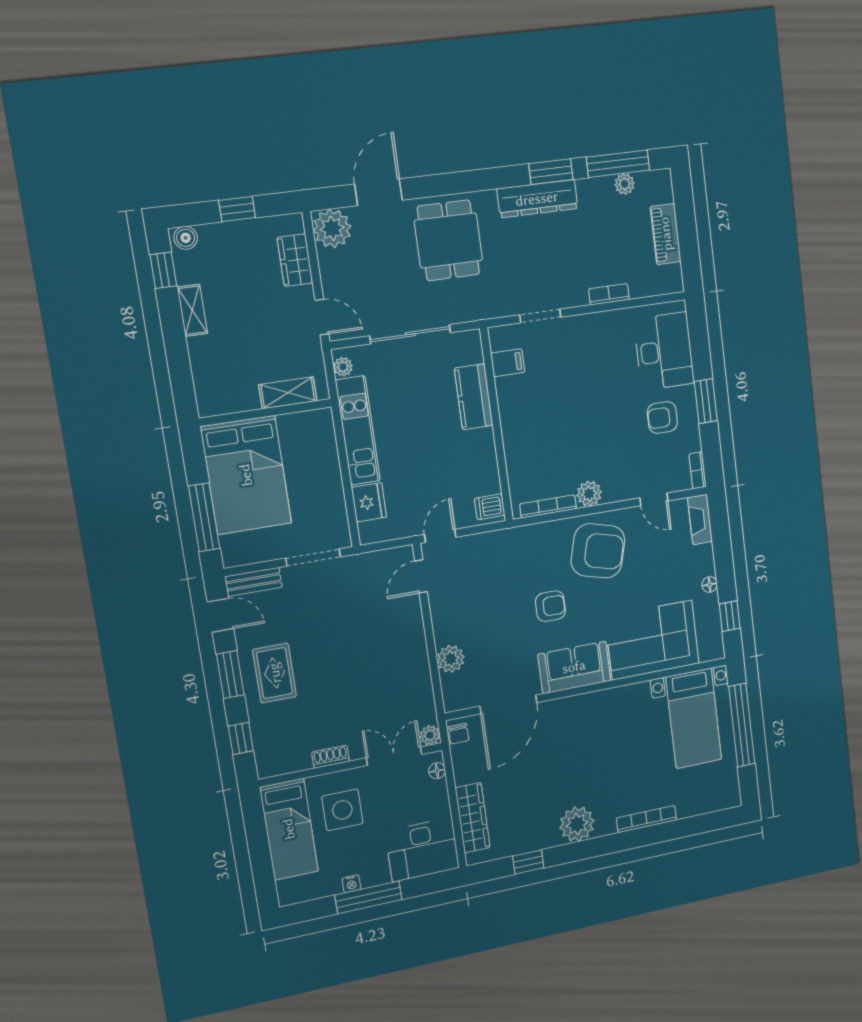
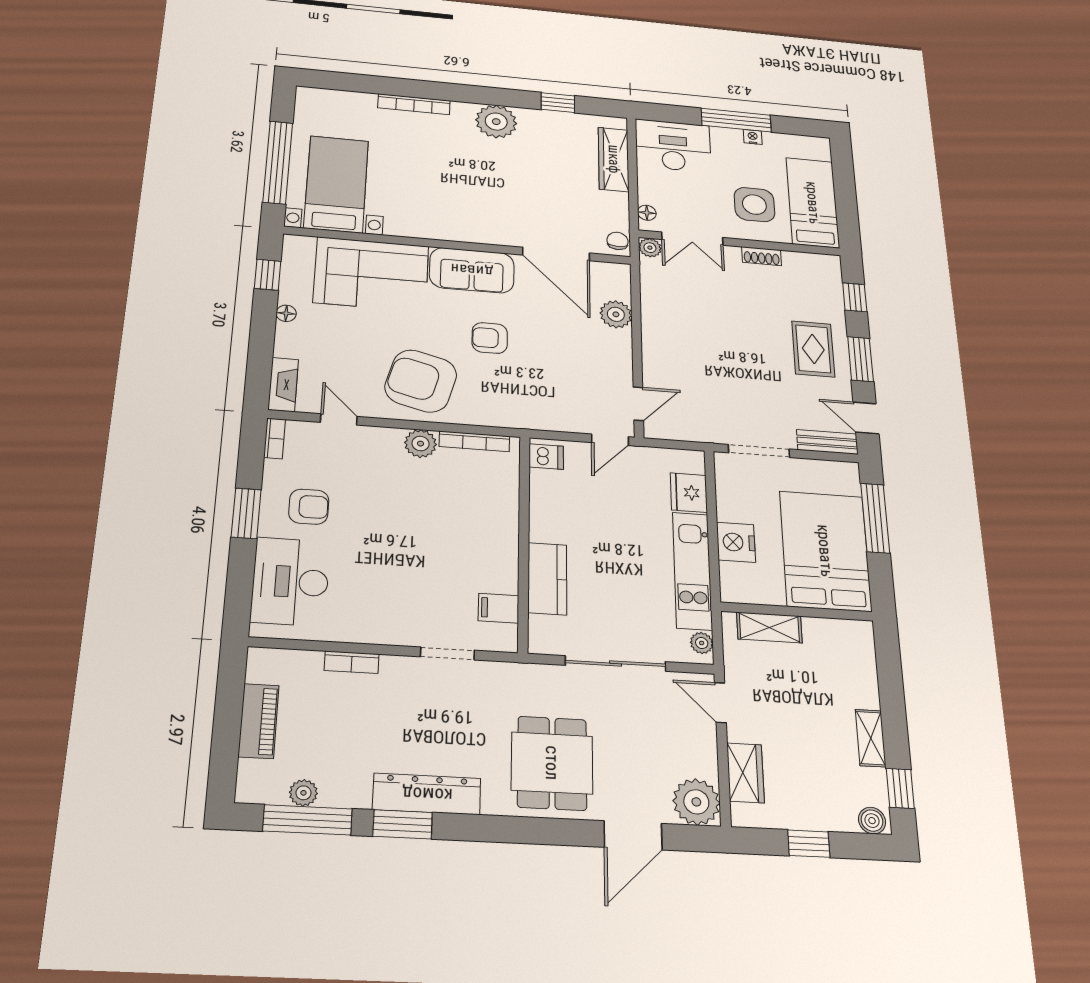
nightstand: (324, 465) -> (736, 542), added
door: (508, 704) -> (556, 254), swing flipped

